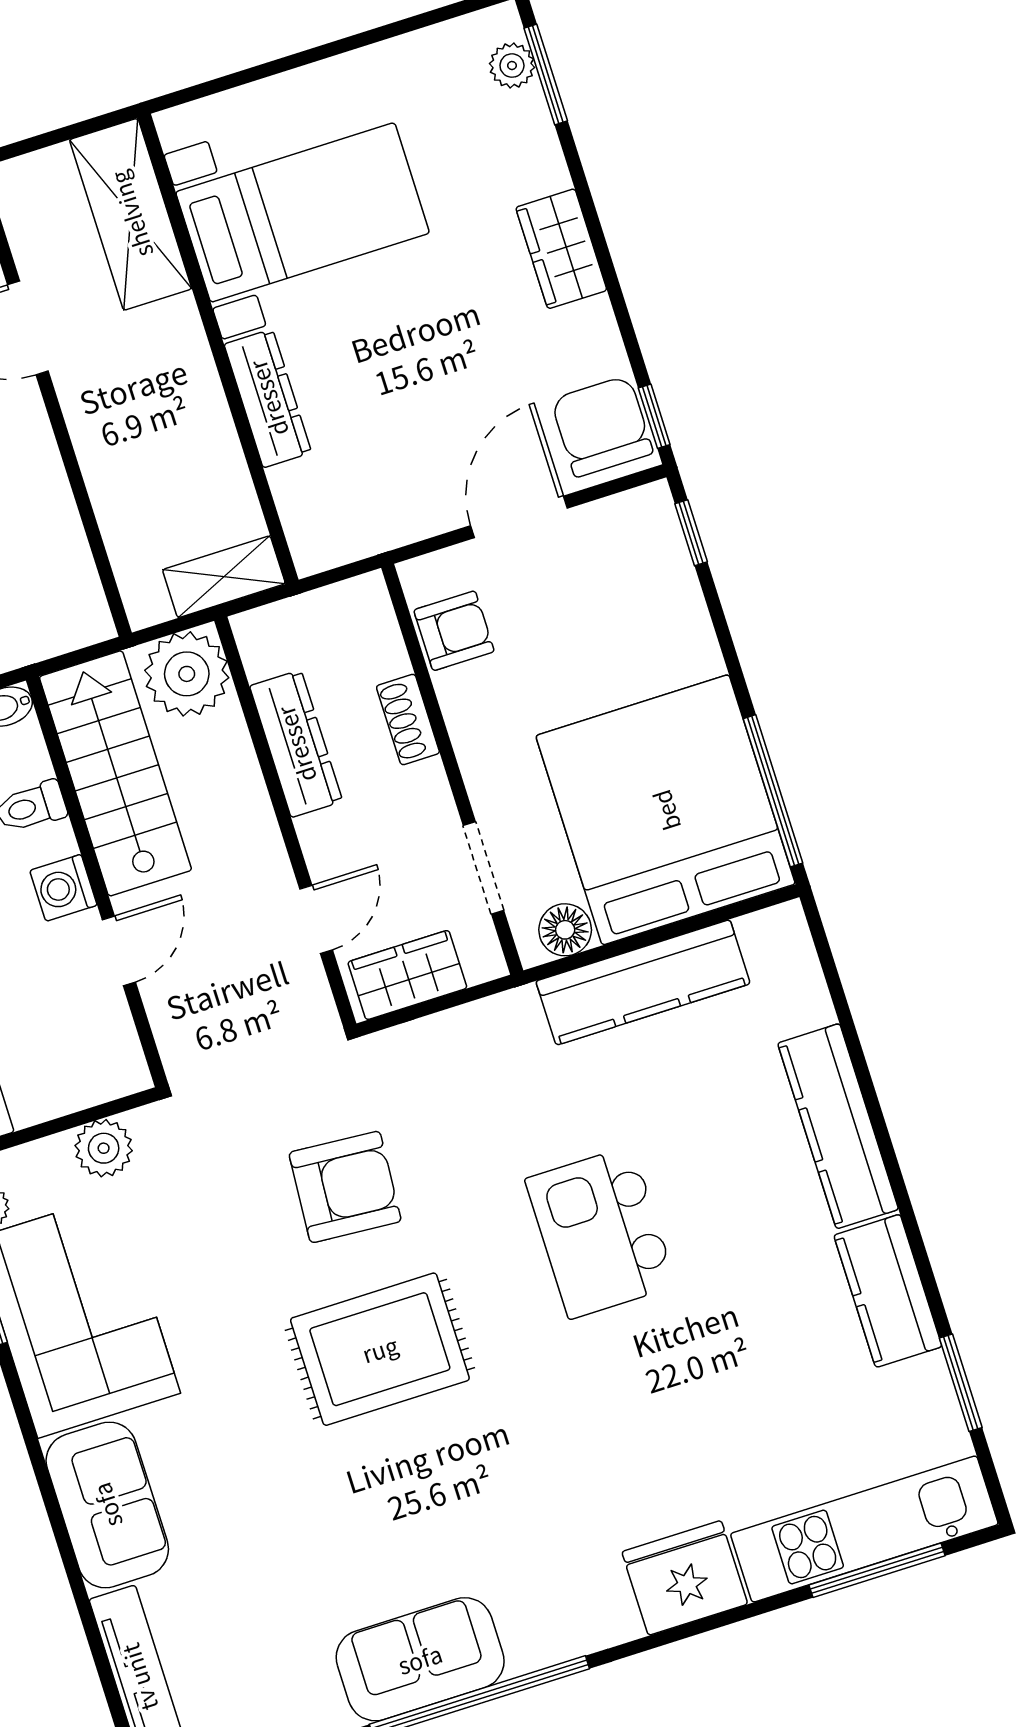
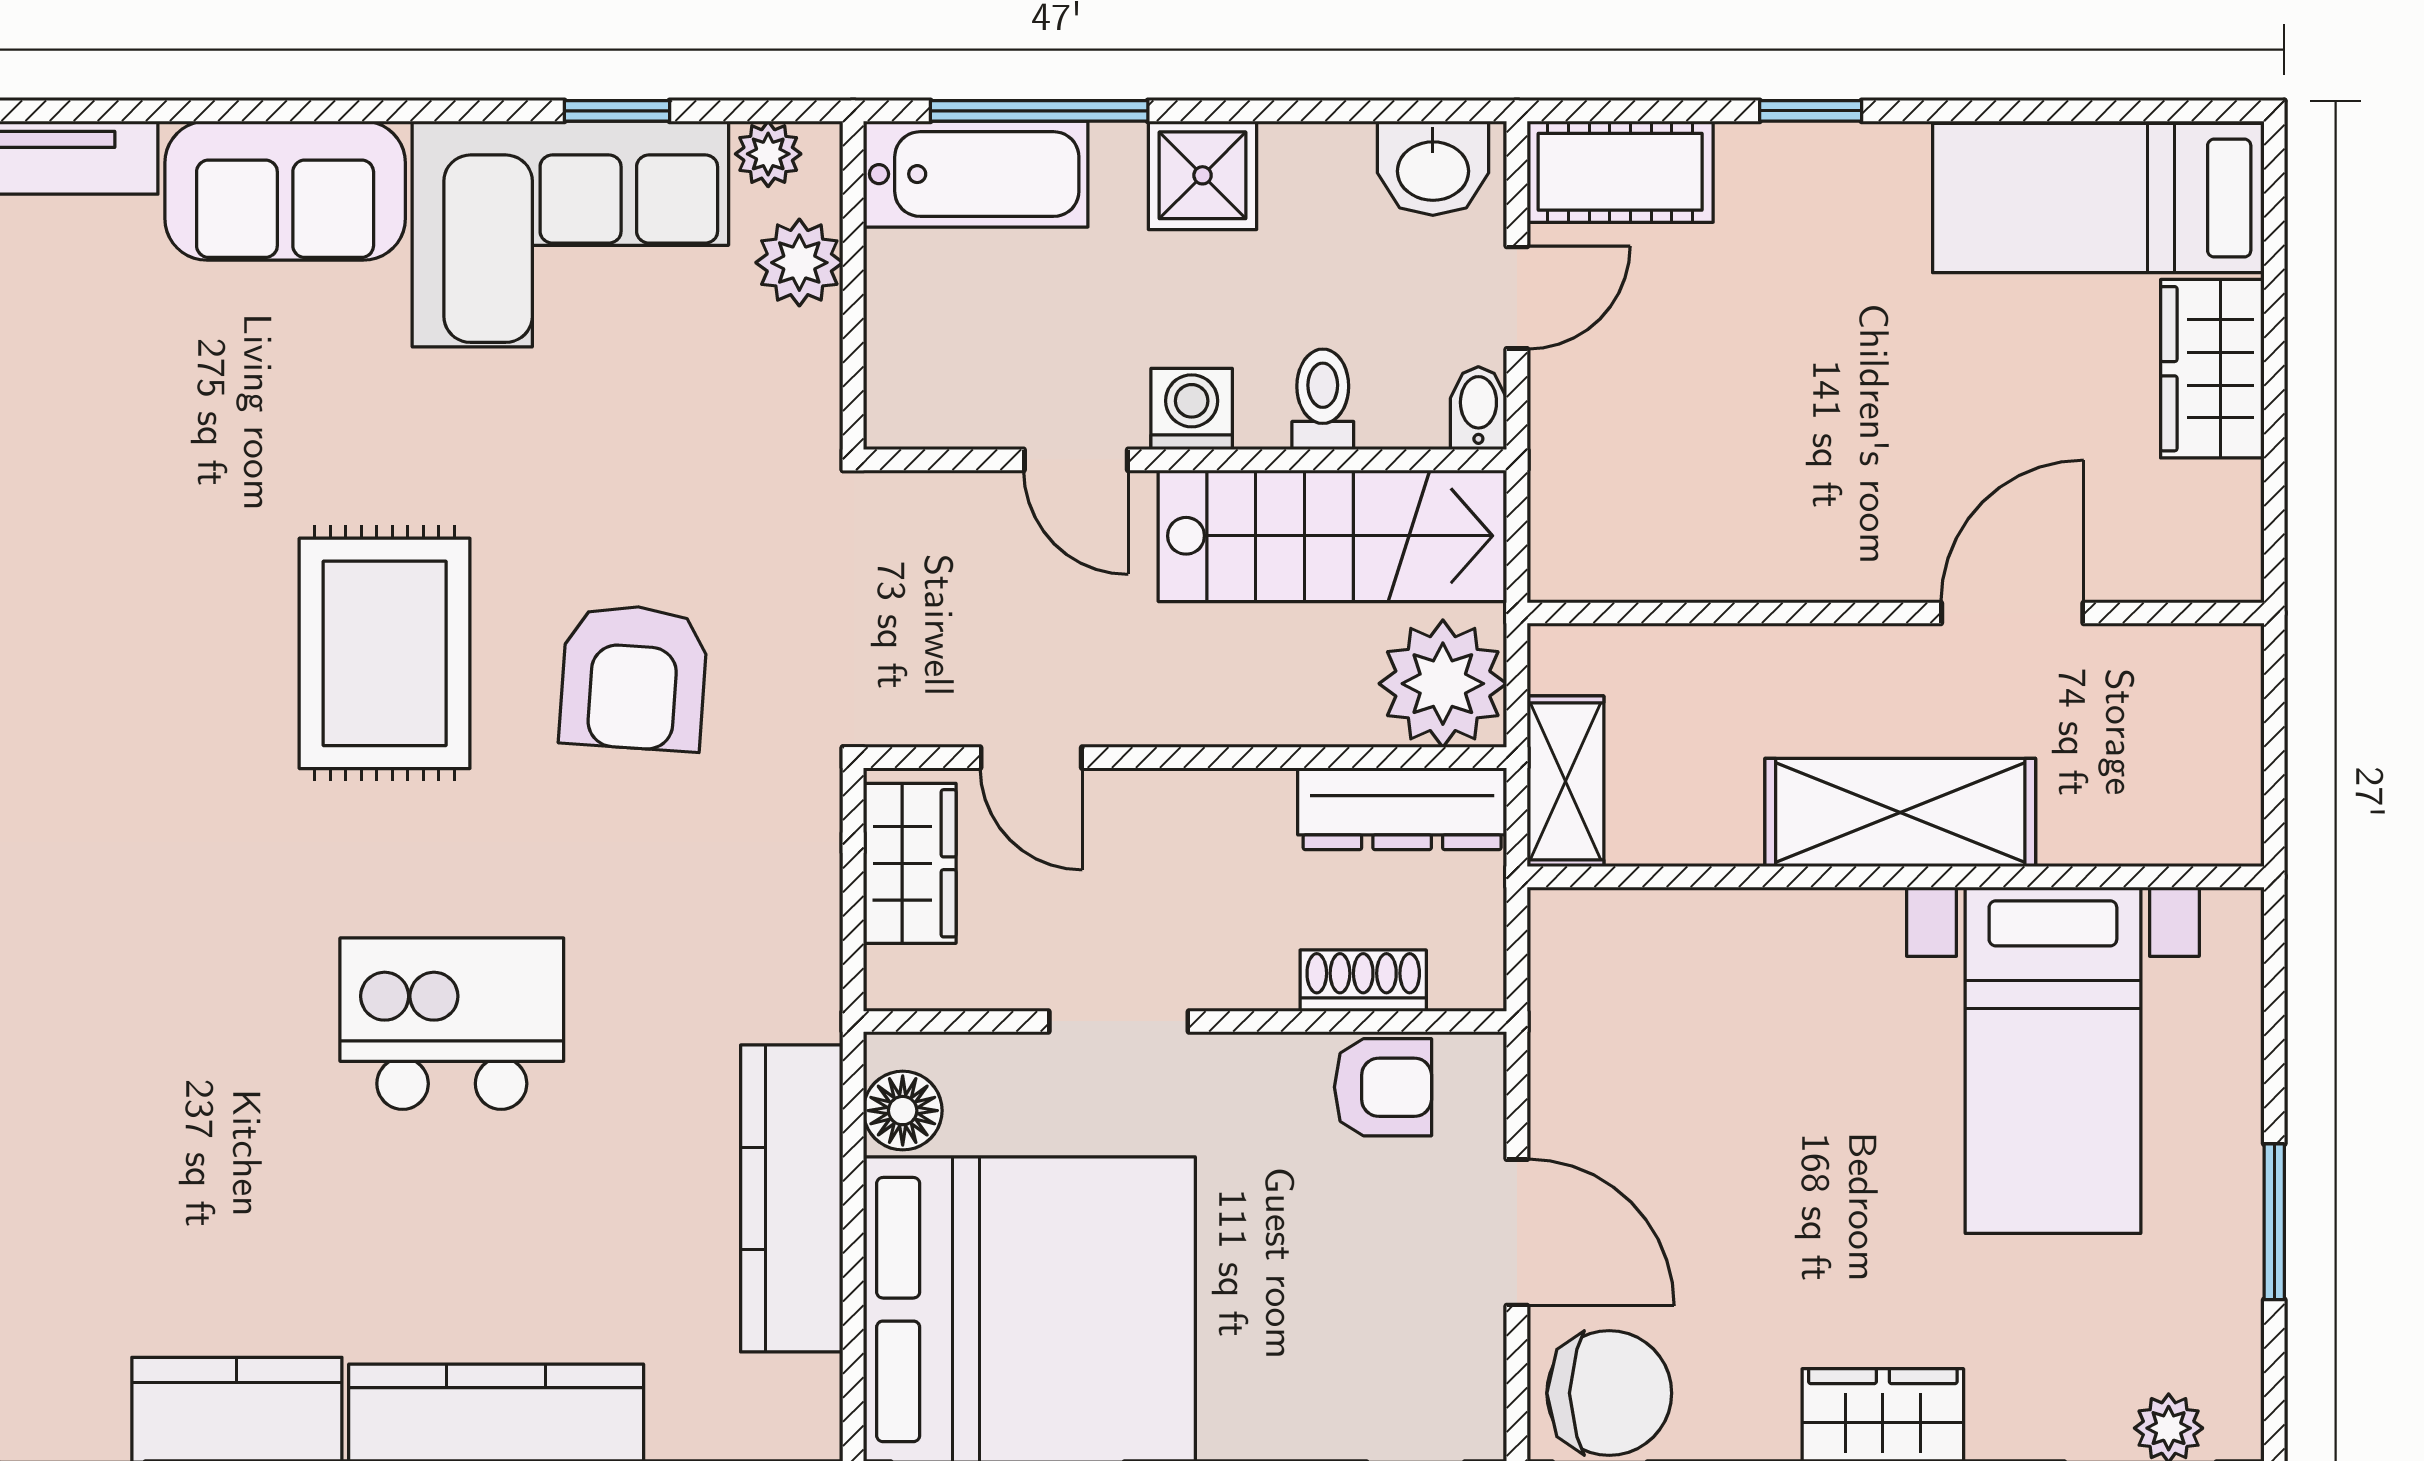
window: (360, 40) -> (2274, 1222), added
shelving: (131, 214) -> (1900, 812), moved
dresser: (268, 398) -> (1802, 925), removed
armchair: (454, 631) -> (1383, 1087), turned -90
shoe rack: (408, 720) -> (1363, 981), moved
dresser: (296, 744) -> (1402, 809), moved
doorway: (484, 868) -> (1119, 1021), moved
plant: (104, 1148) -> (799, 263), moved

